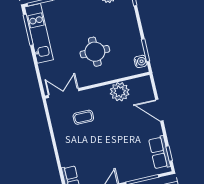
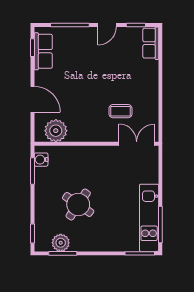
round table: (95, 52) -> (78, 205), moved, turned 34
plant: (120, 92) -> (56, 131), moved
double door: (64, 93) -> (137, 144), swing flipped

